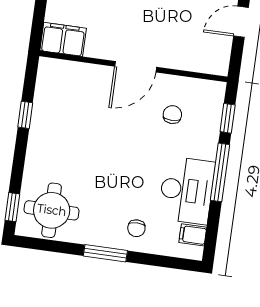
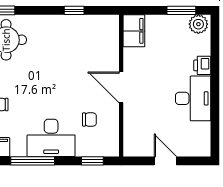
window: (220, 172) -> (33, 161), moved
desk: (187, 190) -> (51, 138), moved

